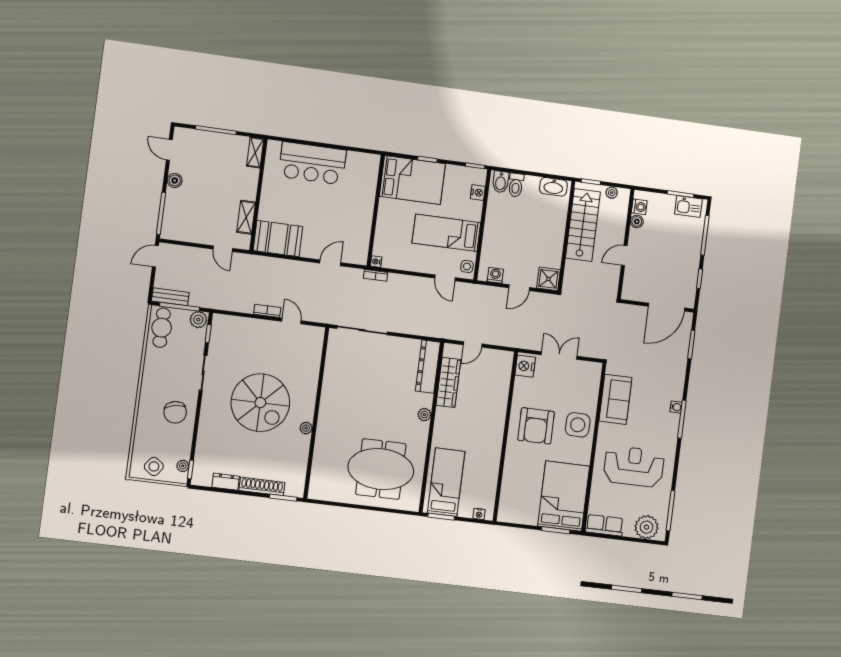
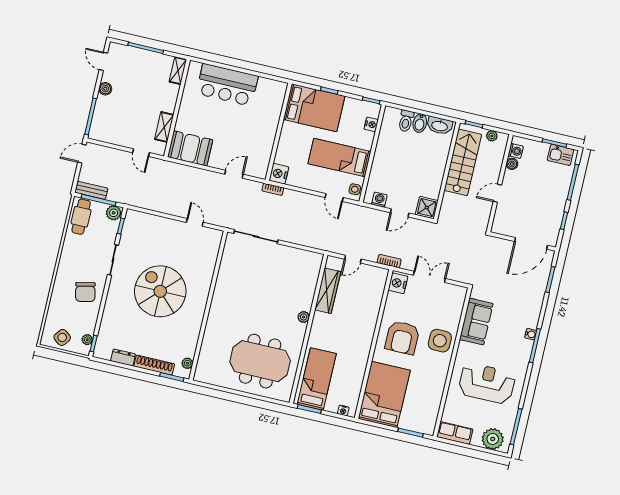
bidet: (501, 182) -> (420, 123), moved
nightstand: (376, 262) -> (279, 174), width x1.89, depth x1.79
bookcase: (267, 311) -> (389, 261), moved
dresser: (428, 367) -> (311, 275), removed
spiral stairs: (260, 403) -> (160, 291), turned 180
plant: (306, 428) -> (187, 363), moved
bed: (564, 496) -> (384, 394), moved

